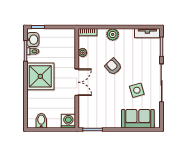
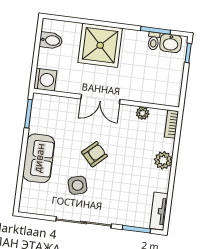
armchair: (113, 67) -> (94, 154), moved
shower: (40, 76) -> (100, 45), moved
sofa: (138, 119) -> (39, 158), moved

